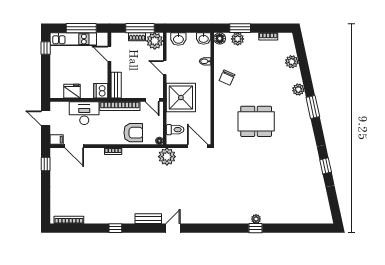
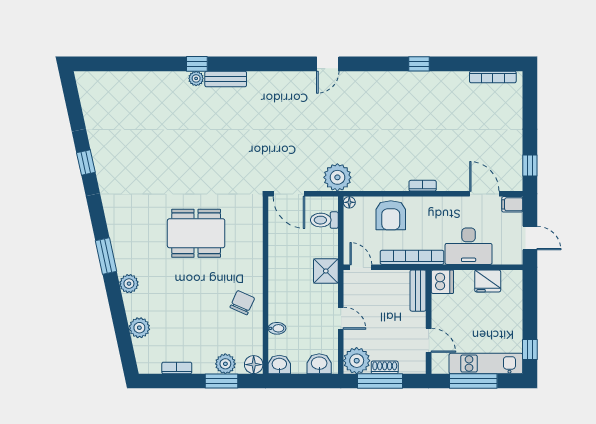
shower: (181, 97) -> (326, 271), width x0.54, depth x0.54
armchair: (133, 133) -> (391, 215), turned -90
bench: (148, 219) -> (226, 79), moved

